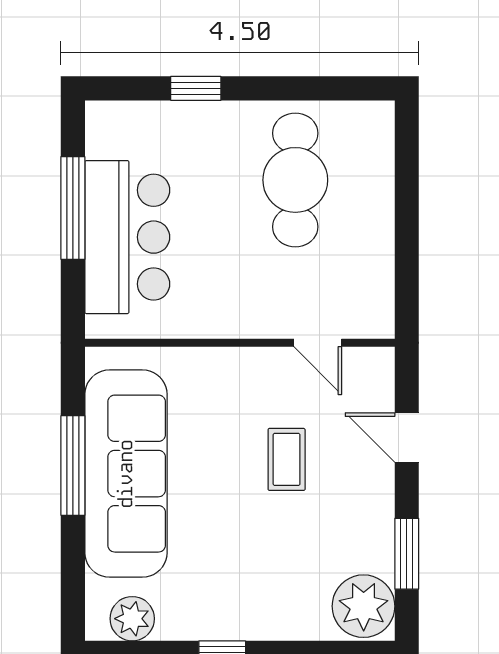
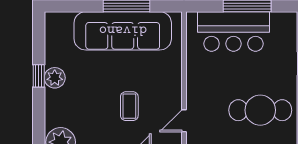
coffee table: (287, 459) -> (129, 106), turned 90
plant: (132, 619) -> (55, 78), moved

